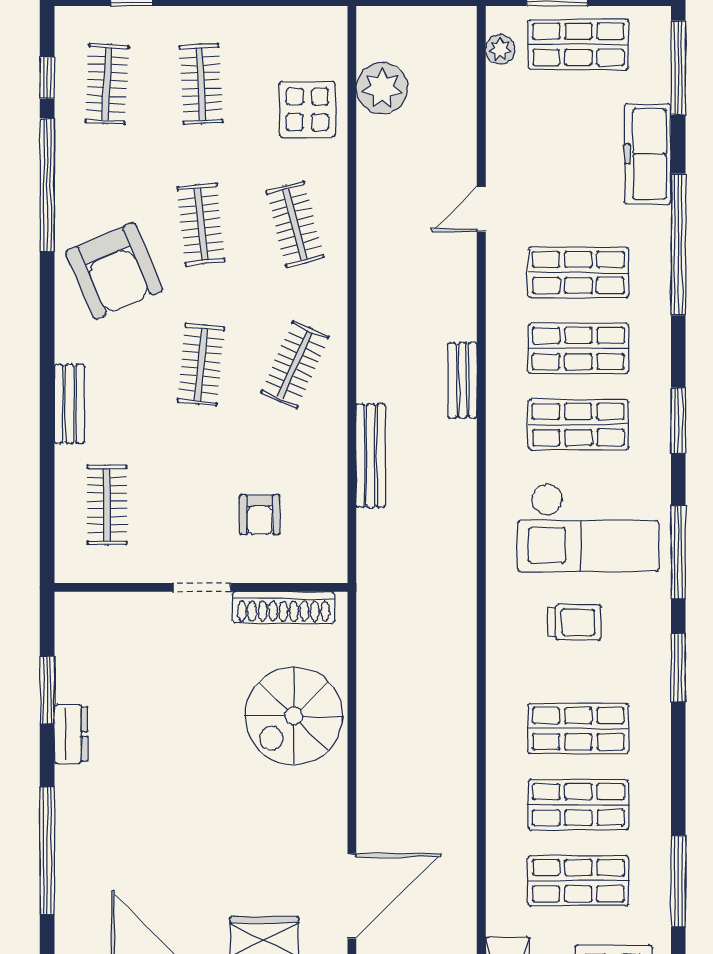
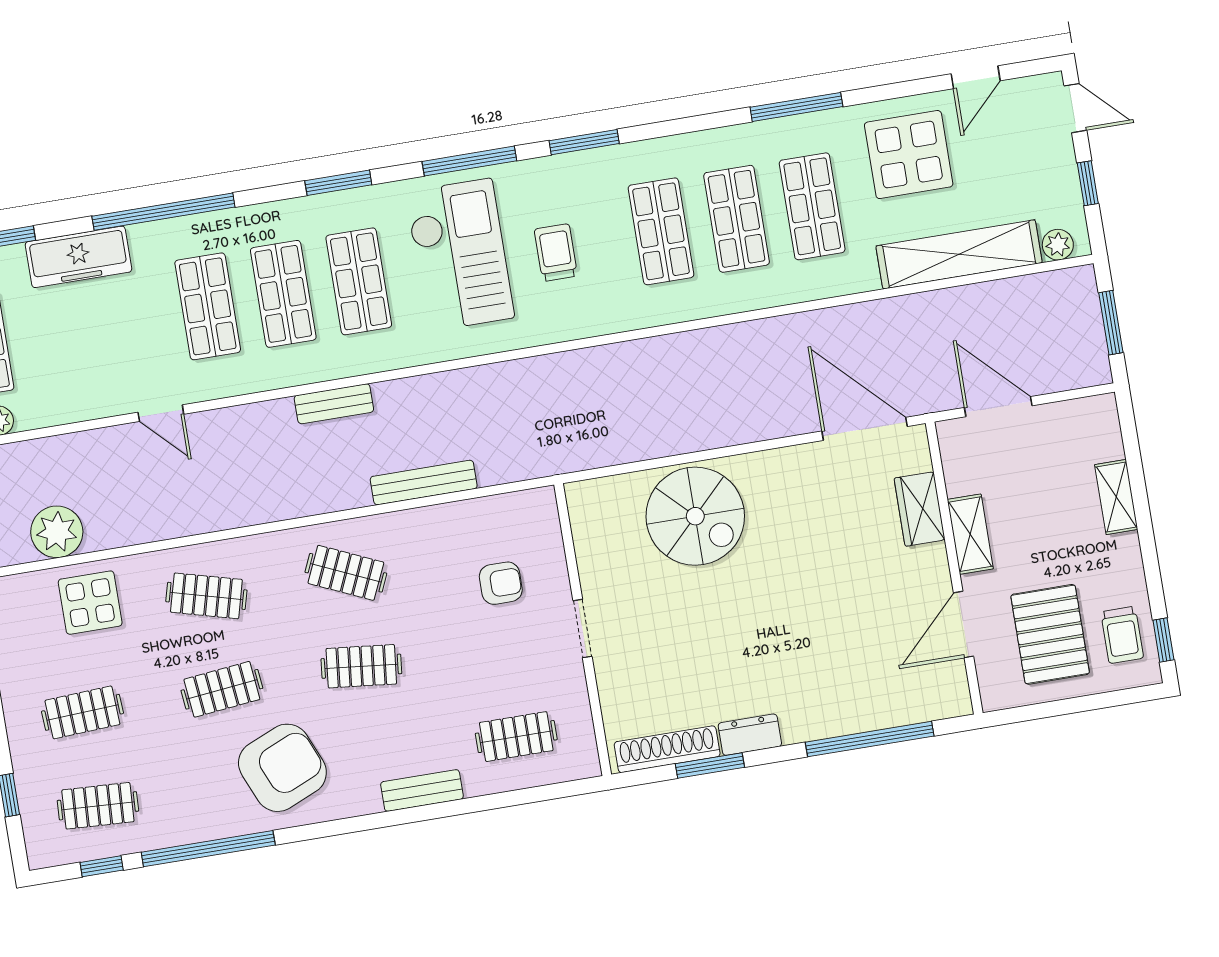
clothes rail: (295, 224) -> (206, 596), turned 30
shoe rack: (283, 607) -> (667, 749), moved, turned -90

